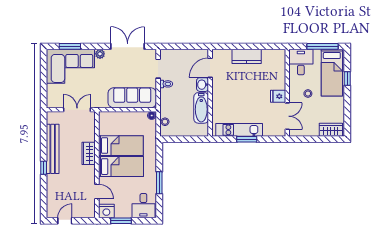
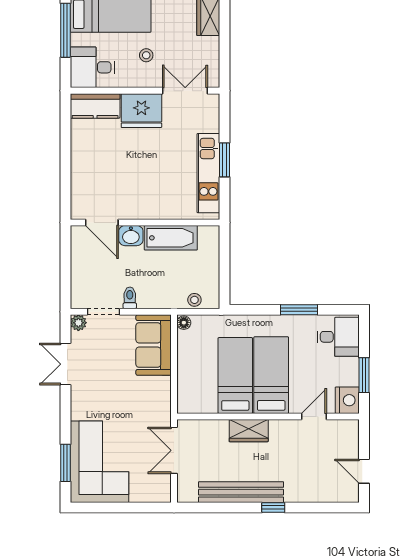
double door: (128, 46) -> (65, 364), width x0.73
plant: (100, 54) -> (78, 323), moved
kitchen counter: (247, 56) -> (95, 106), moved, turned 90
fridge: (278, 96) -> (141, 111), width x1.88, depth x1.34
sofa: (132, 98) -> (154, 345), width x0.73

